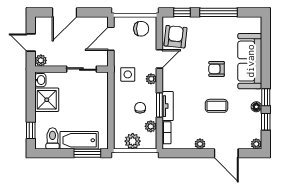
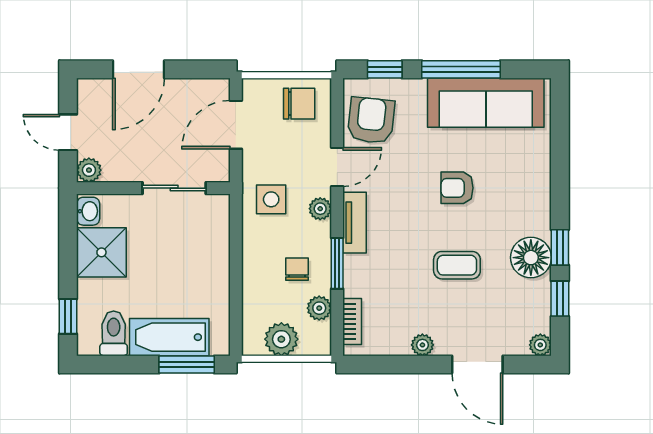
sofa: (250, 61) -> (486, 103), moved, turned -90
tv unit: (168, 106) -> (355, 223), moved
floor lamp: (256, 107) -> (531, 258), width x1.89, depth x1.89

